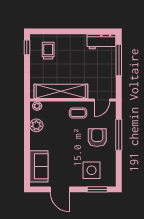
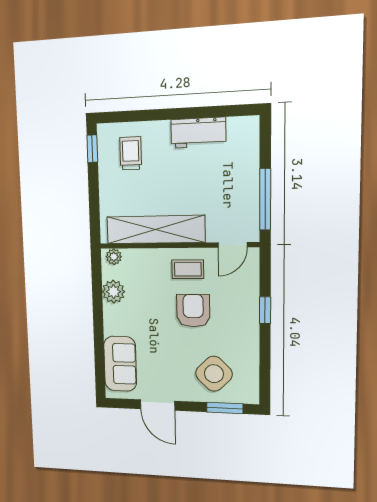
workbench: (101, 42) -> (198, 133), moved
window: (119, 60) -> (265, 199), moved
window: (119, 135) -> (265, 310), width x0.46
armchair: (97, 138) -> (193, 311), moved
side table: (92, 170) -> (214, 374), turned 45

